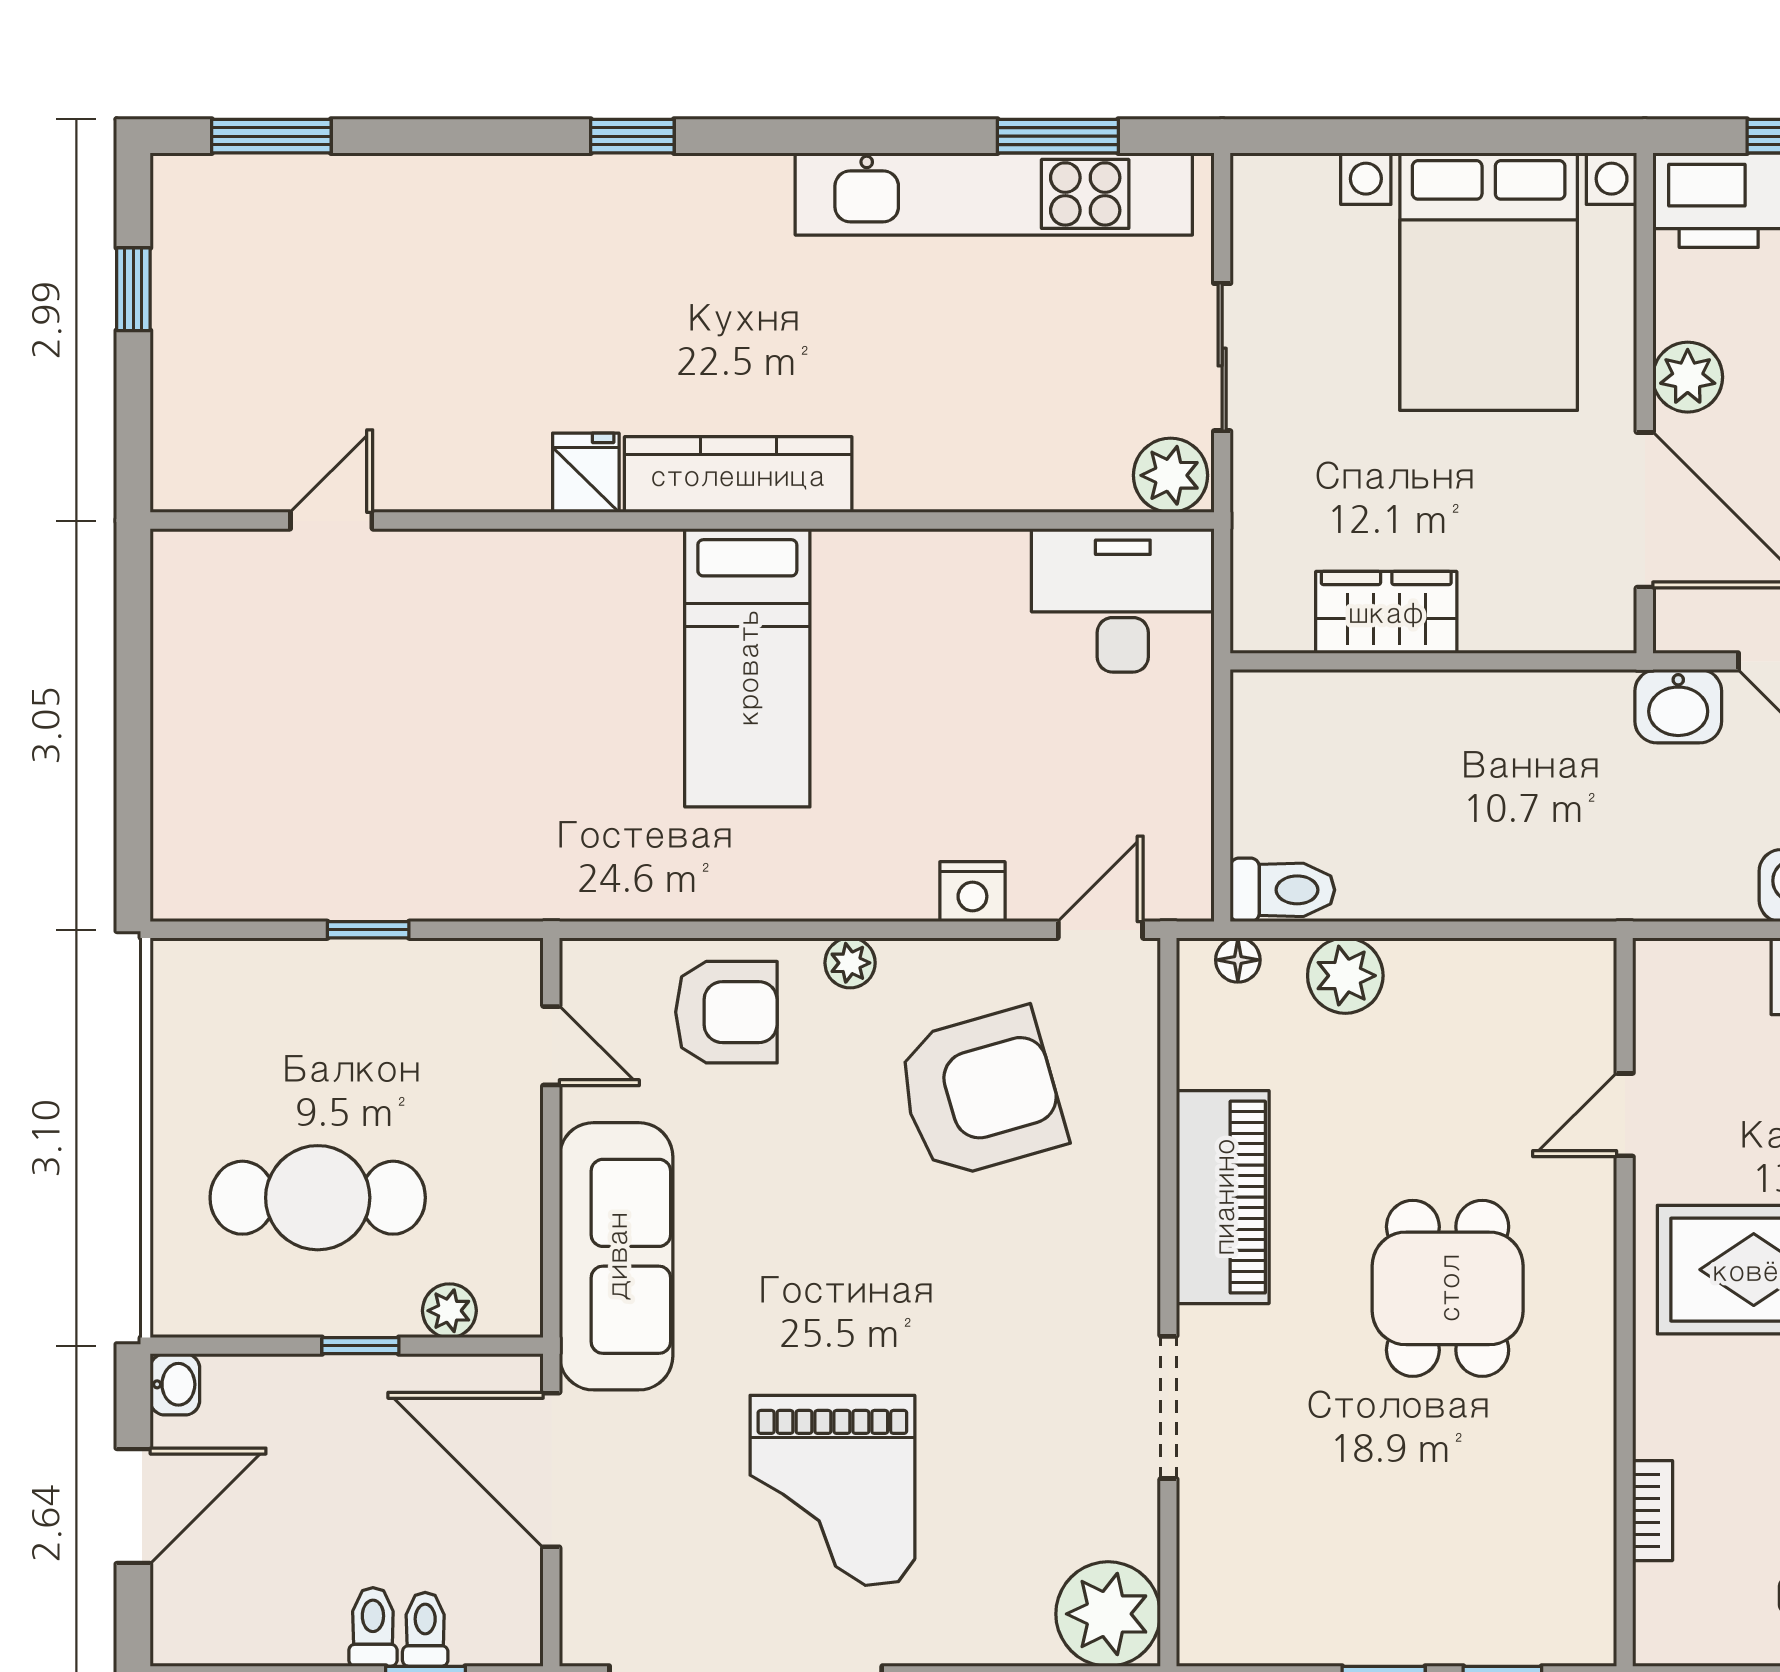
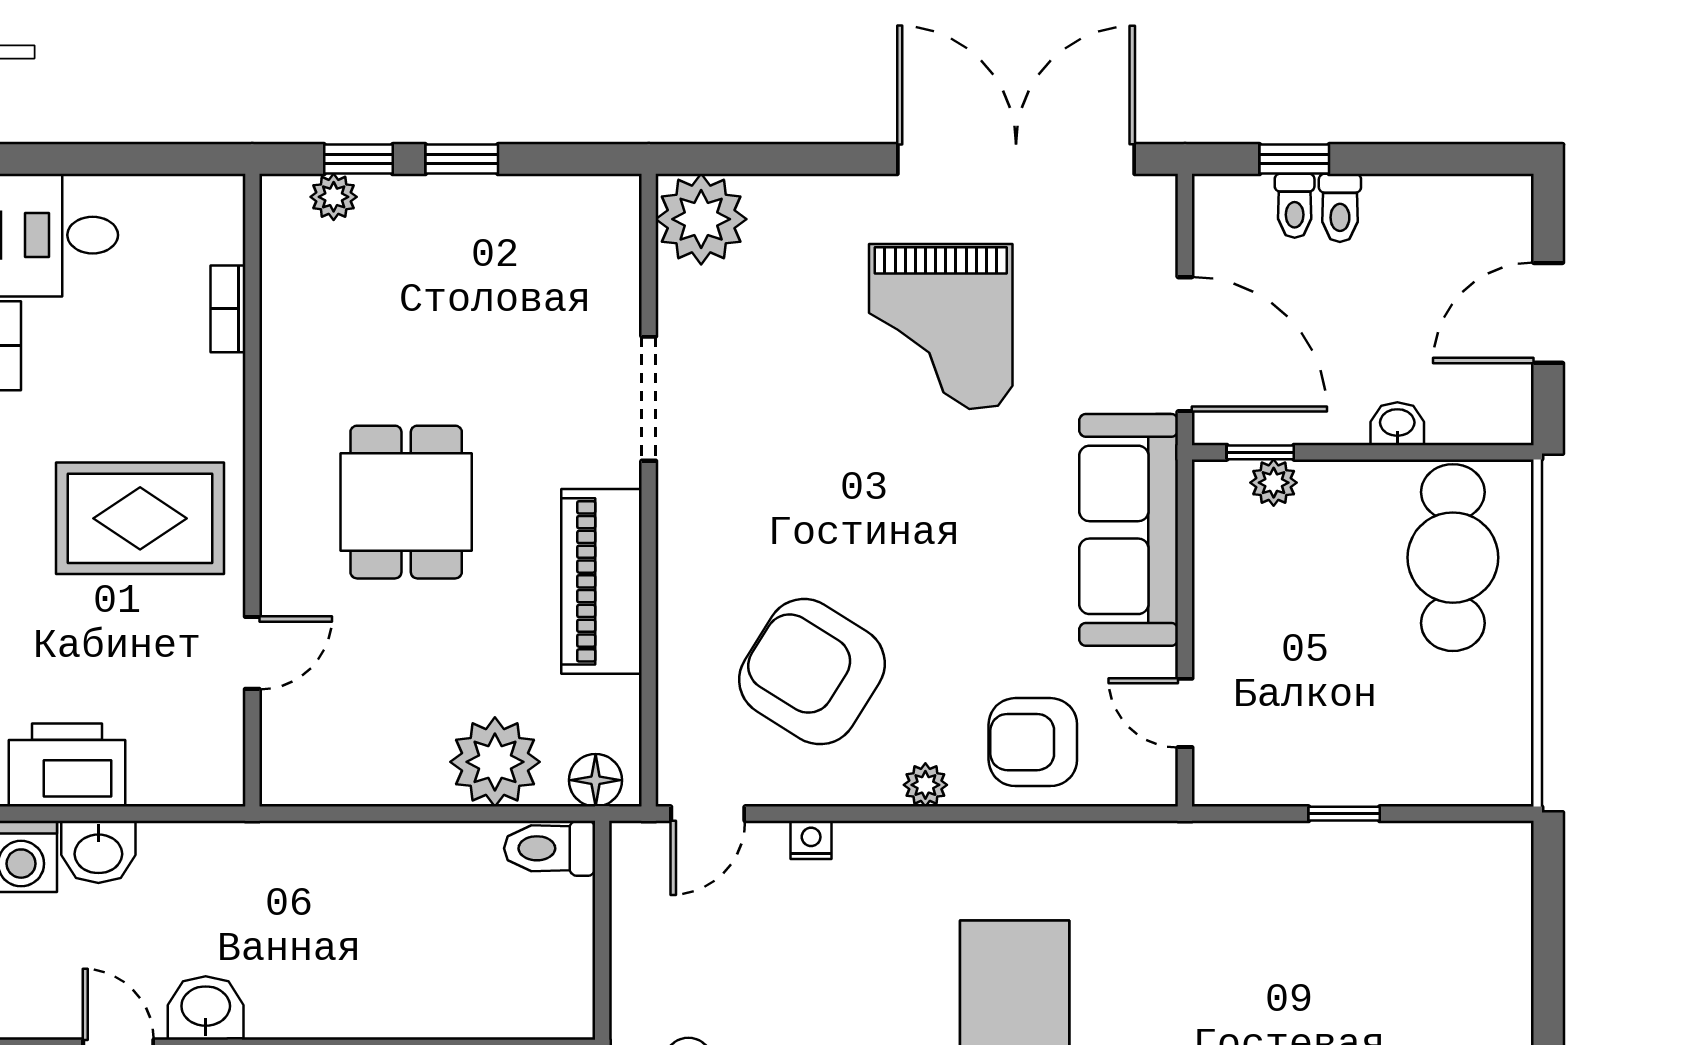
nightstand: (972, 892) -> (811, 840), width x0.72, depth x0.74
floor lamp: (1238, 960) -> (596, 780), width x1.37, depth x1.37
plant: (1345, 976) -> (495, 762), width x1.36, depth x1.36
armchair: (981, 1093) -> (812, 672), turned 48
cafe table: (318, 1198) -> (1453, 558), moved, turned 90
window: (360, 1346) -> (1260, 452), moved
washbasin: (175, 1384) -> (1397, 424), moved, turned 90
grand piano: (832, 1490) -> (941, 326), turned 180
plant: (1531, 1640) -> (334, 197), added

